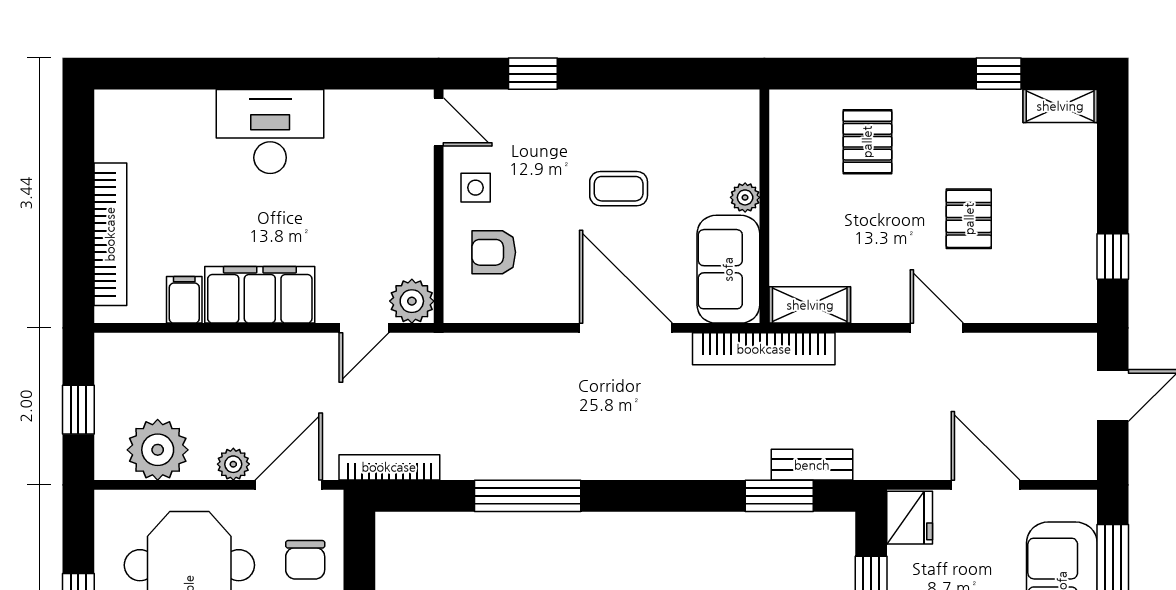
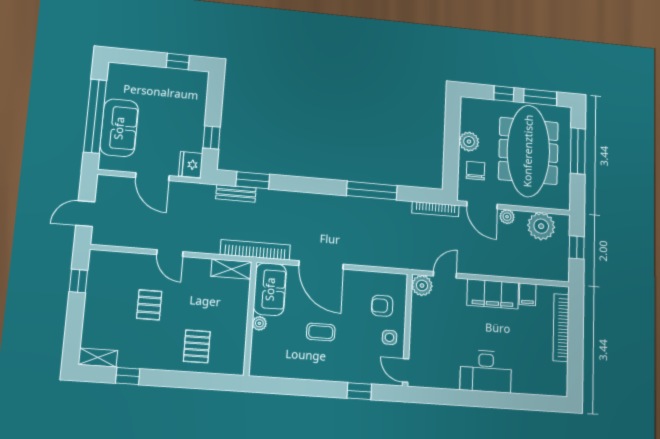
armchair: (494, 252) -> (382, 306), turned 180
door: (289, 485) -> (482, 205), hinge flipped

